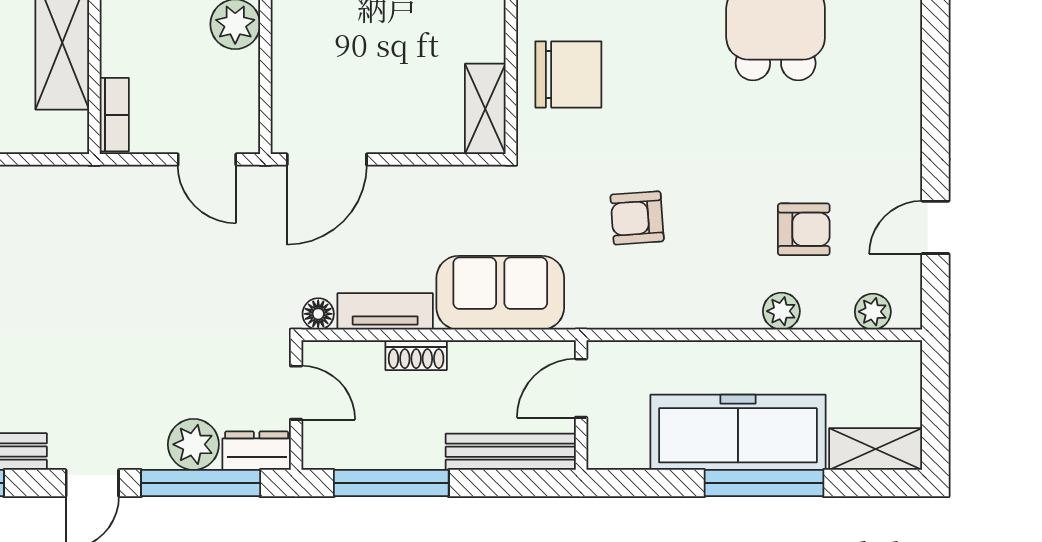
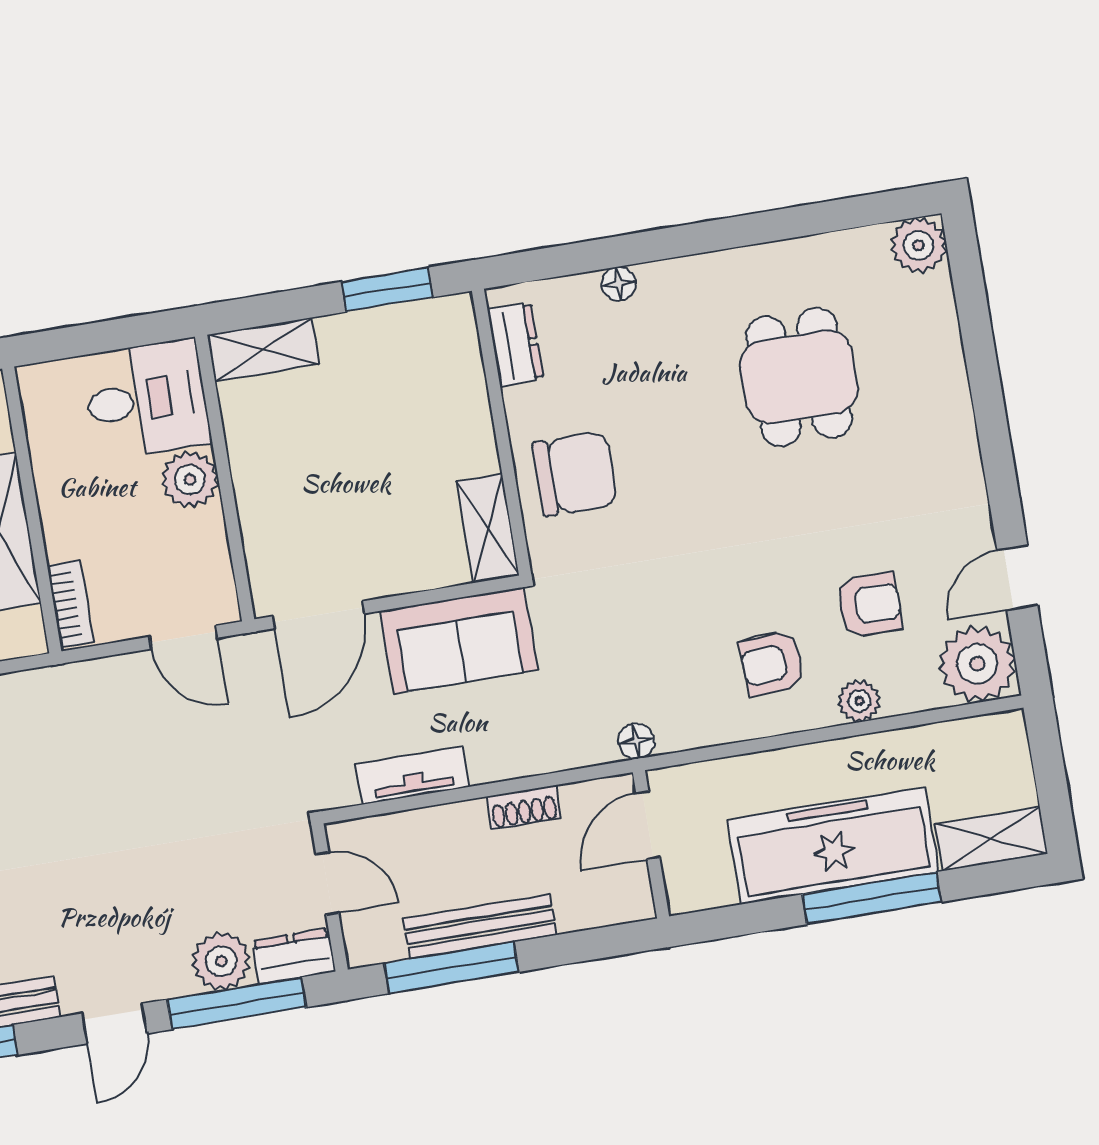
armchair: (637, 218) -> (772, 664), moved
sofa: (500, 293) -> (459, 640), moved, turned 180
plant: (873, 312) -> (977, 664), width x1.87, depth x1.87
floor lamp: (318, 314) -> (636, 741), moved
shoe rack: (416, 355) -> (524, 807), moved
bench: (511, 452) -> (480, 927), moved

